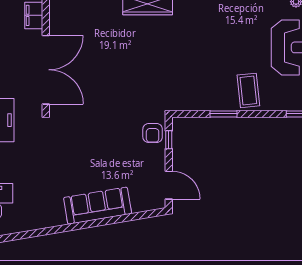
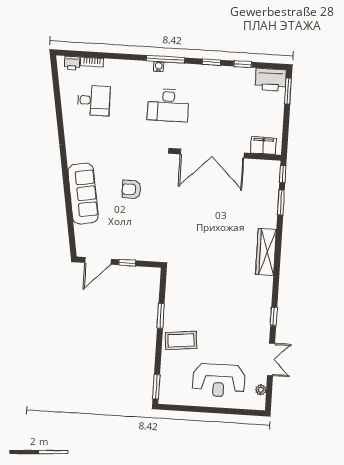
armchair: (153, 133) -> (131, 189), moved
window: (169, 140) -> (127, 263), moved

